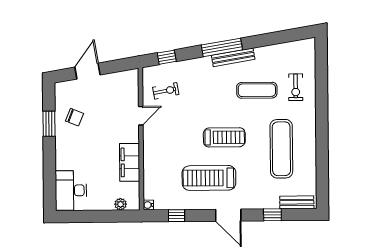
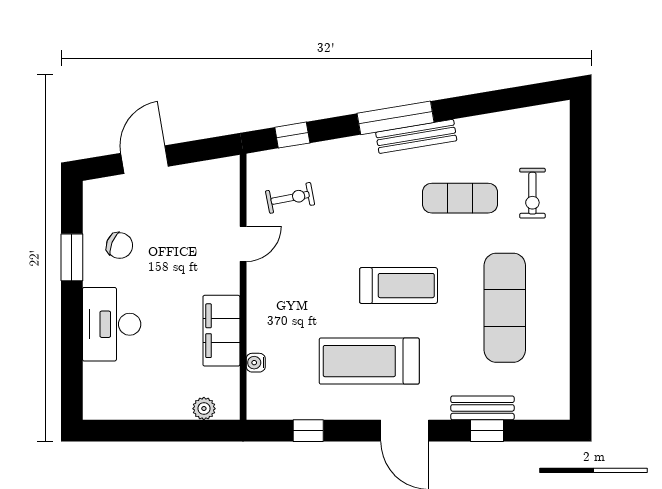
desk: (71, 190) -> (112, 324), moved
bench: (297, 202) -> (482, 408), moved
water cooler: (148, 205) -> (256, 363), moved

